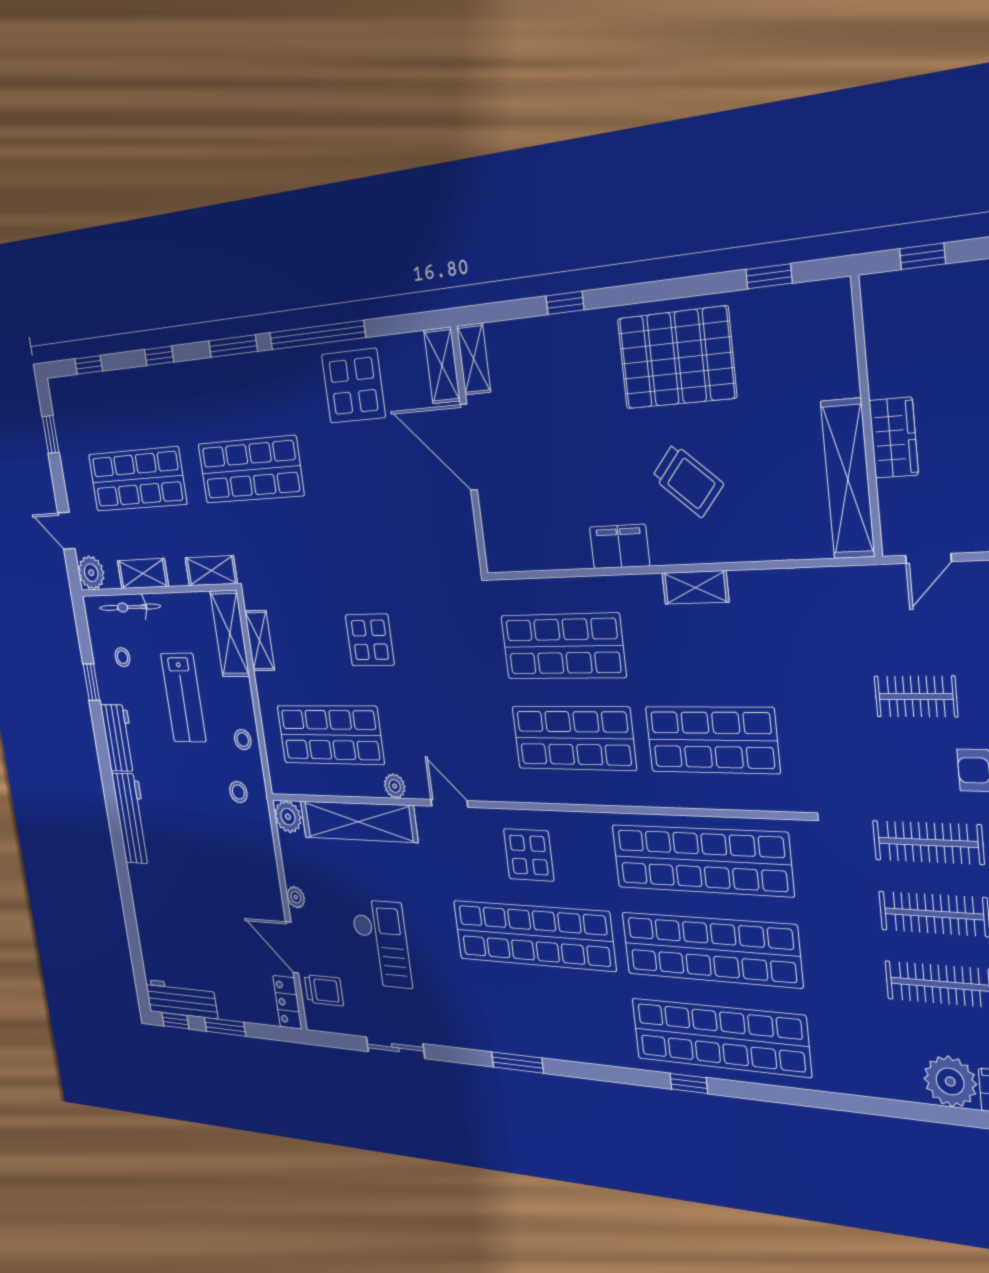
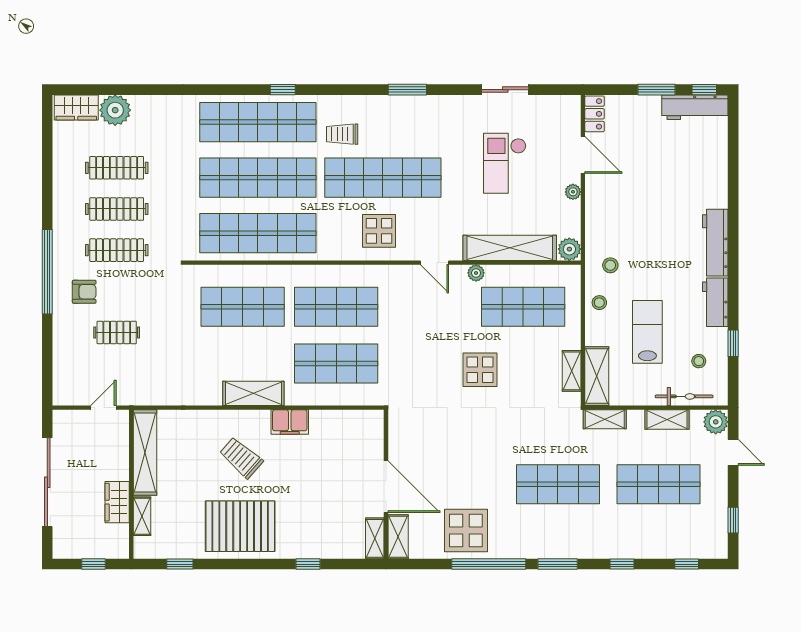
shelving: (842, 359) -> (142, 516), added
wardrobe: (894, 438) -> (117, 502), moved
shelving: (695, 588) -> (253, 393), width x1.50, depth x1.33
trolley: (324, 990) -> (342, 134), moved

